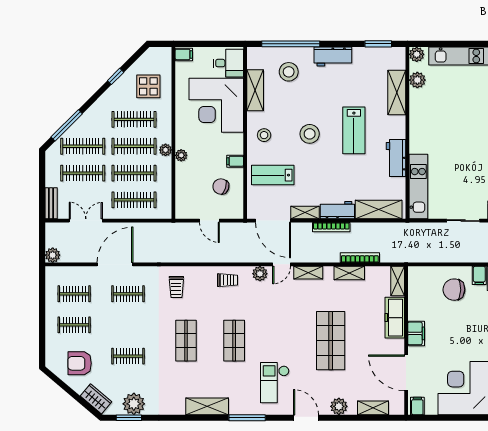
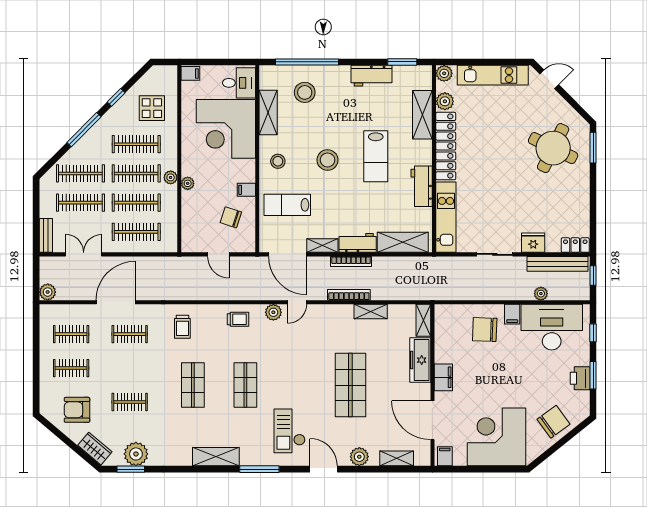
workbench: (333, 57) -> (372, 76), moved
locker: (418, 121) -> (446, 146), added
window: (67, 125) -> (84, 130), moved
bookcase: (360, 258) -> (349, 295), moved
shelving: (308, 273) -> (326, 311), removed

